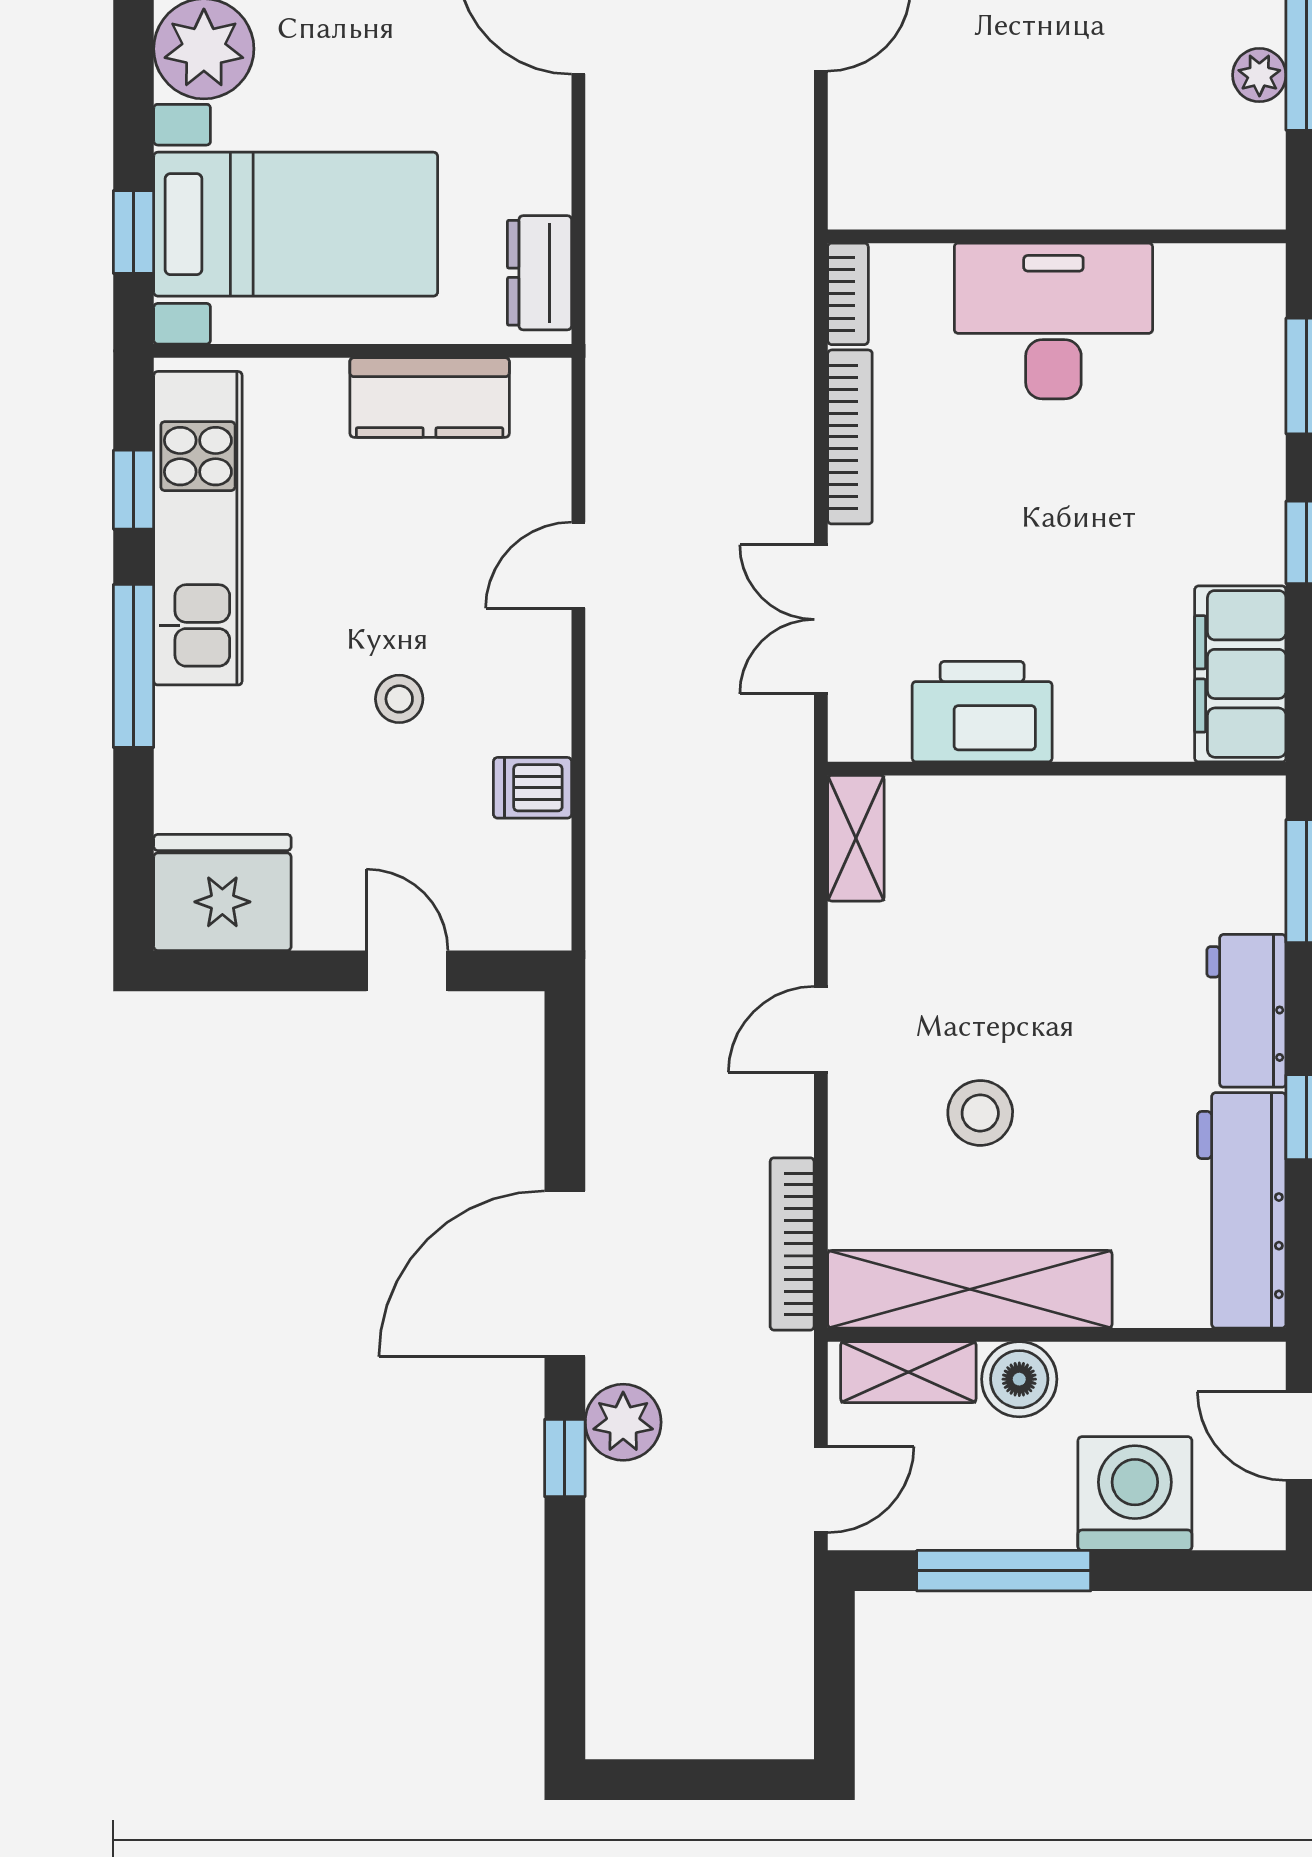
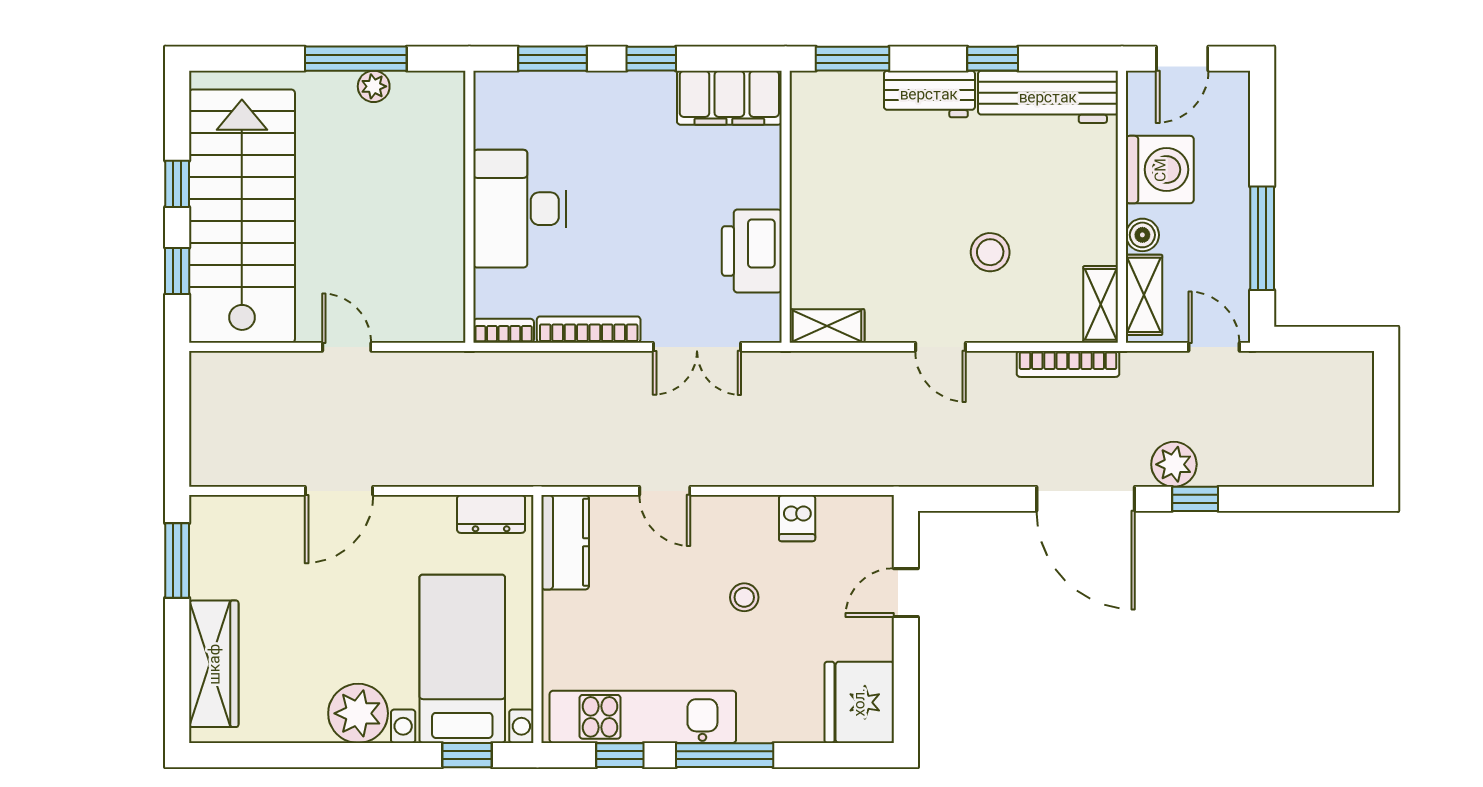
kitchen counter: (430, 397) -> (565, 542), moved
shelving: (970, 1289) -> (1101, 304), width x0.45, depth x0.75
boiler: (1019, 1379) -> (1142, 235), width x0.73, depth x0.73
washing machine: (1135, 1494) -> (1160, 170), moved, turned 180

